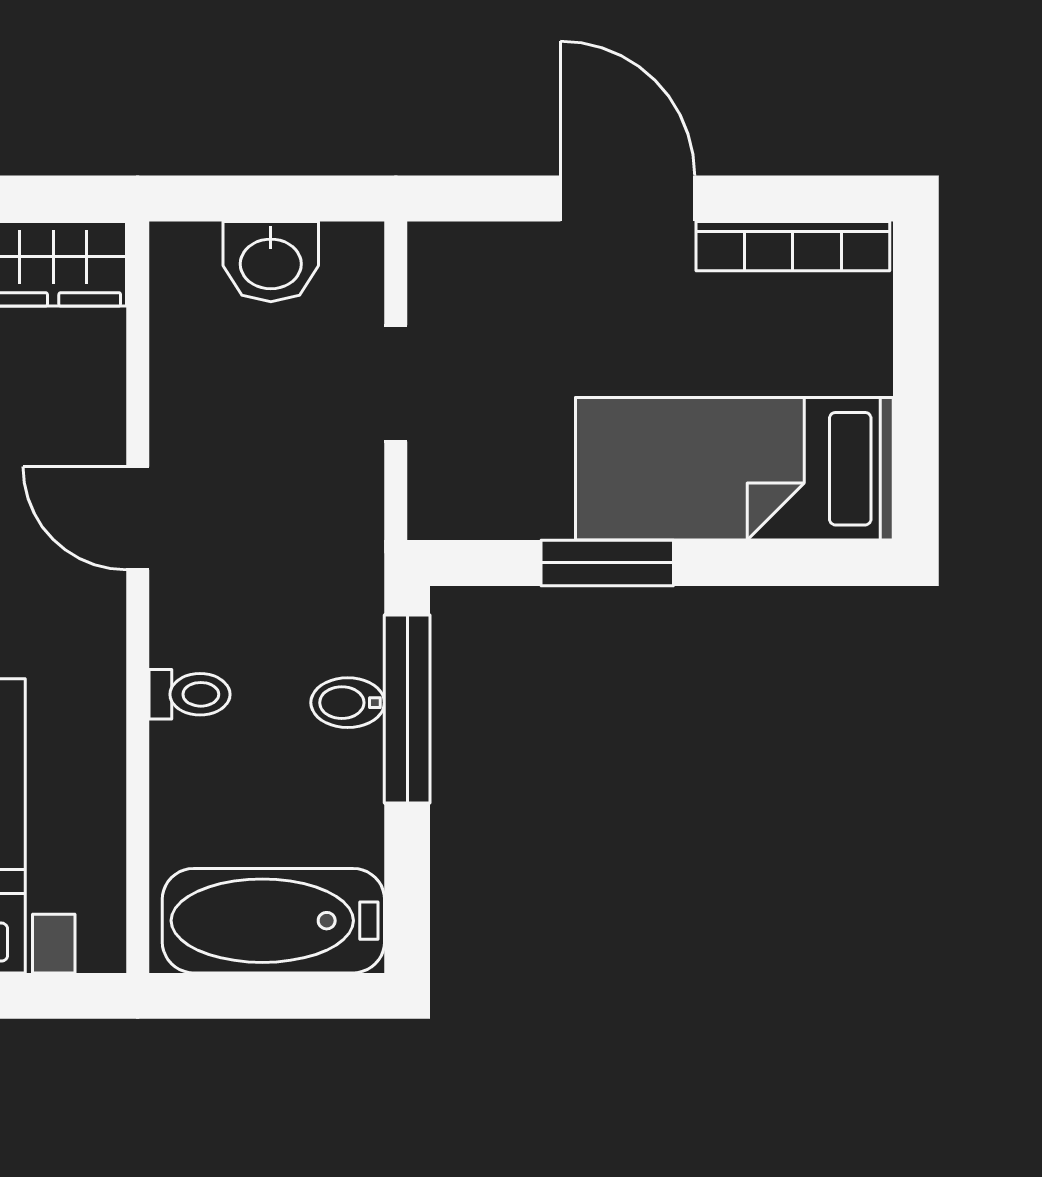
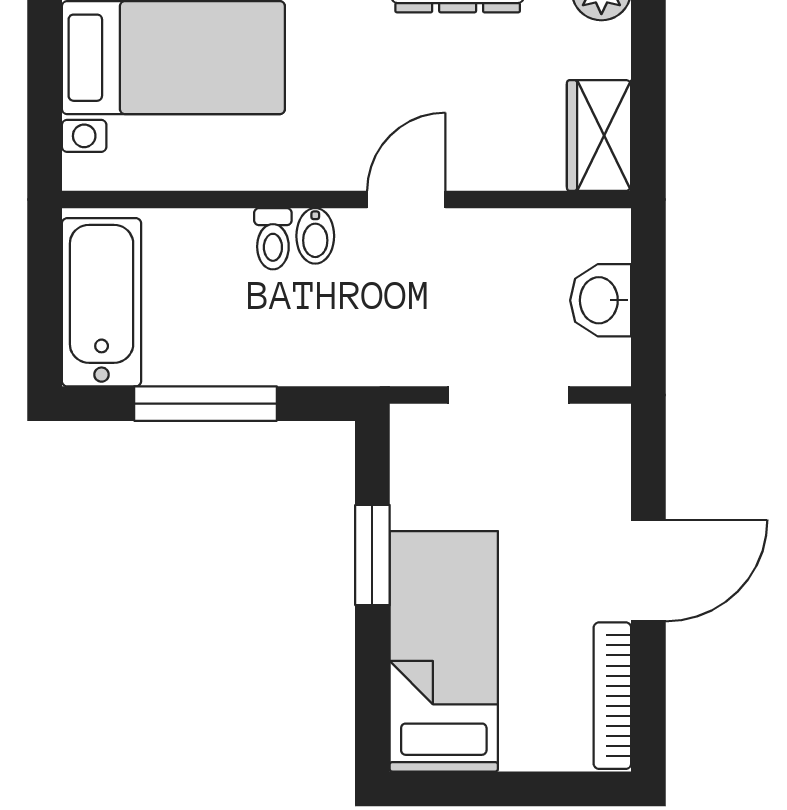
doorway: (396, 383) -> (508, 395), width x1.38
bidet: (348, 703) -> (315, 236), moved, turned 180
window: (407, 709) -> (206, 404), moved

